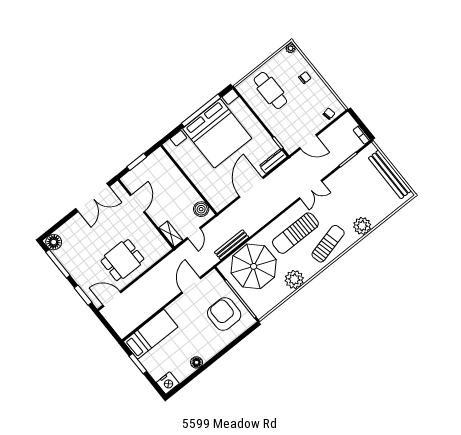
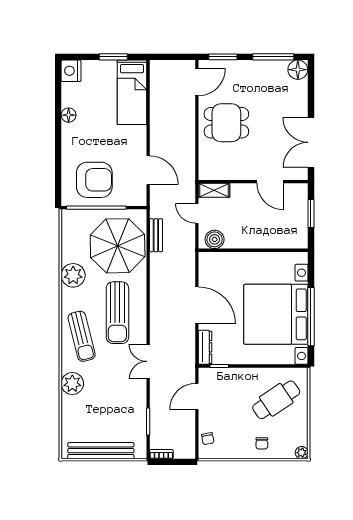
cafe table: (270, 90) -> (276, 400), turned -34
sun lounger: (295, 233) -> (117, 313), turned 180
bench: (232, 245) -> (156, 235), width x0.73
dining table: (122, 260) -> (226, 123), turned 90

